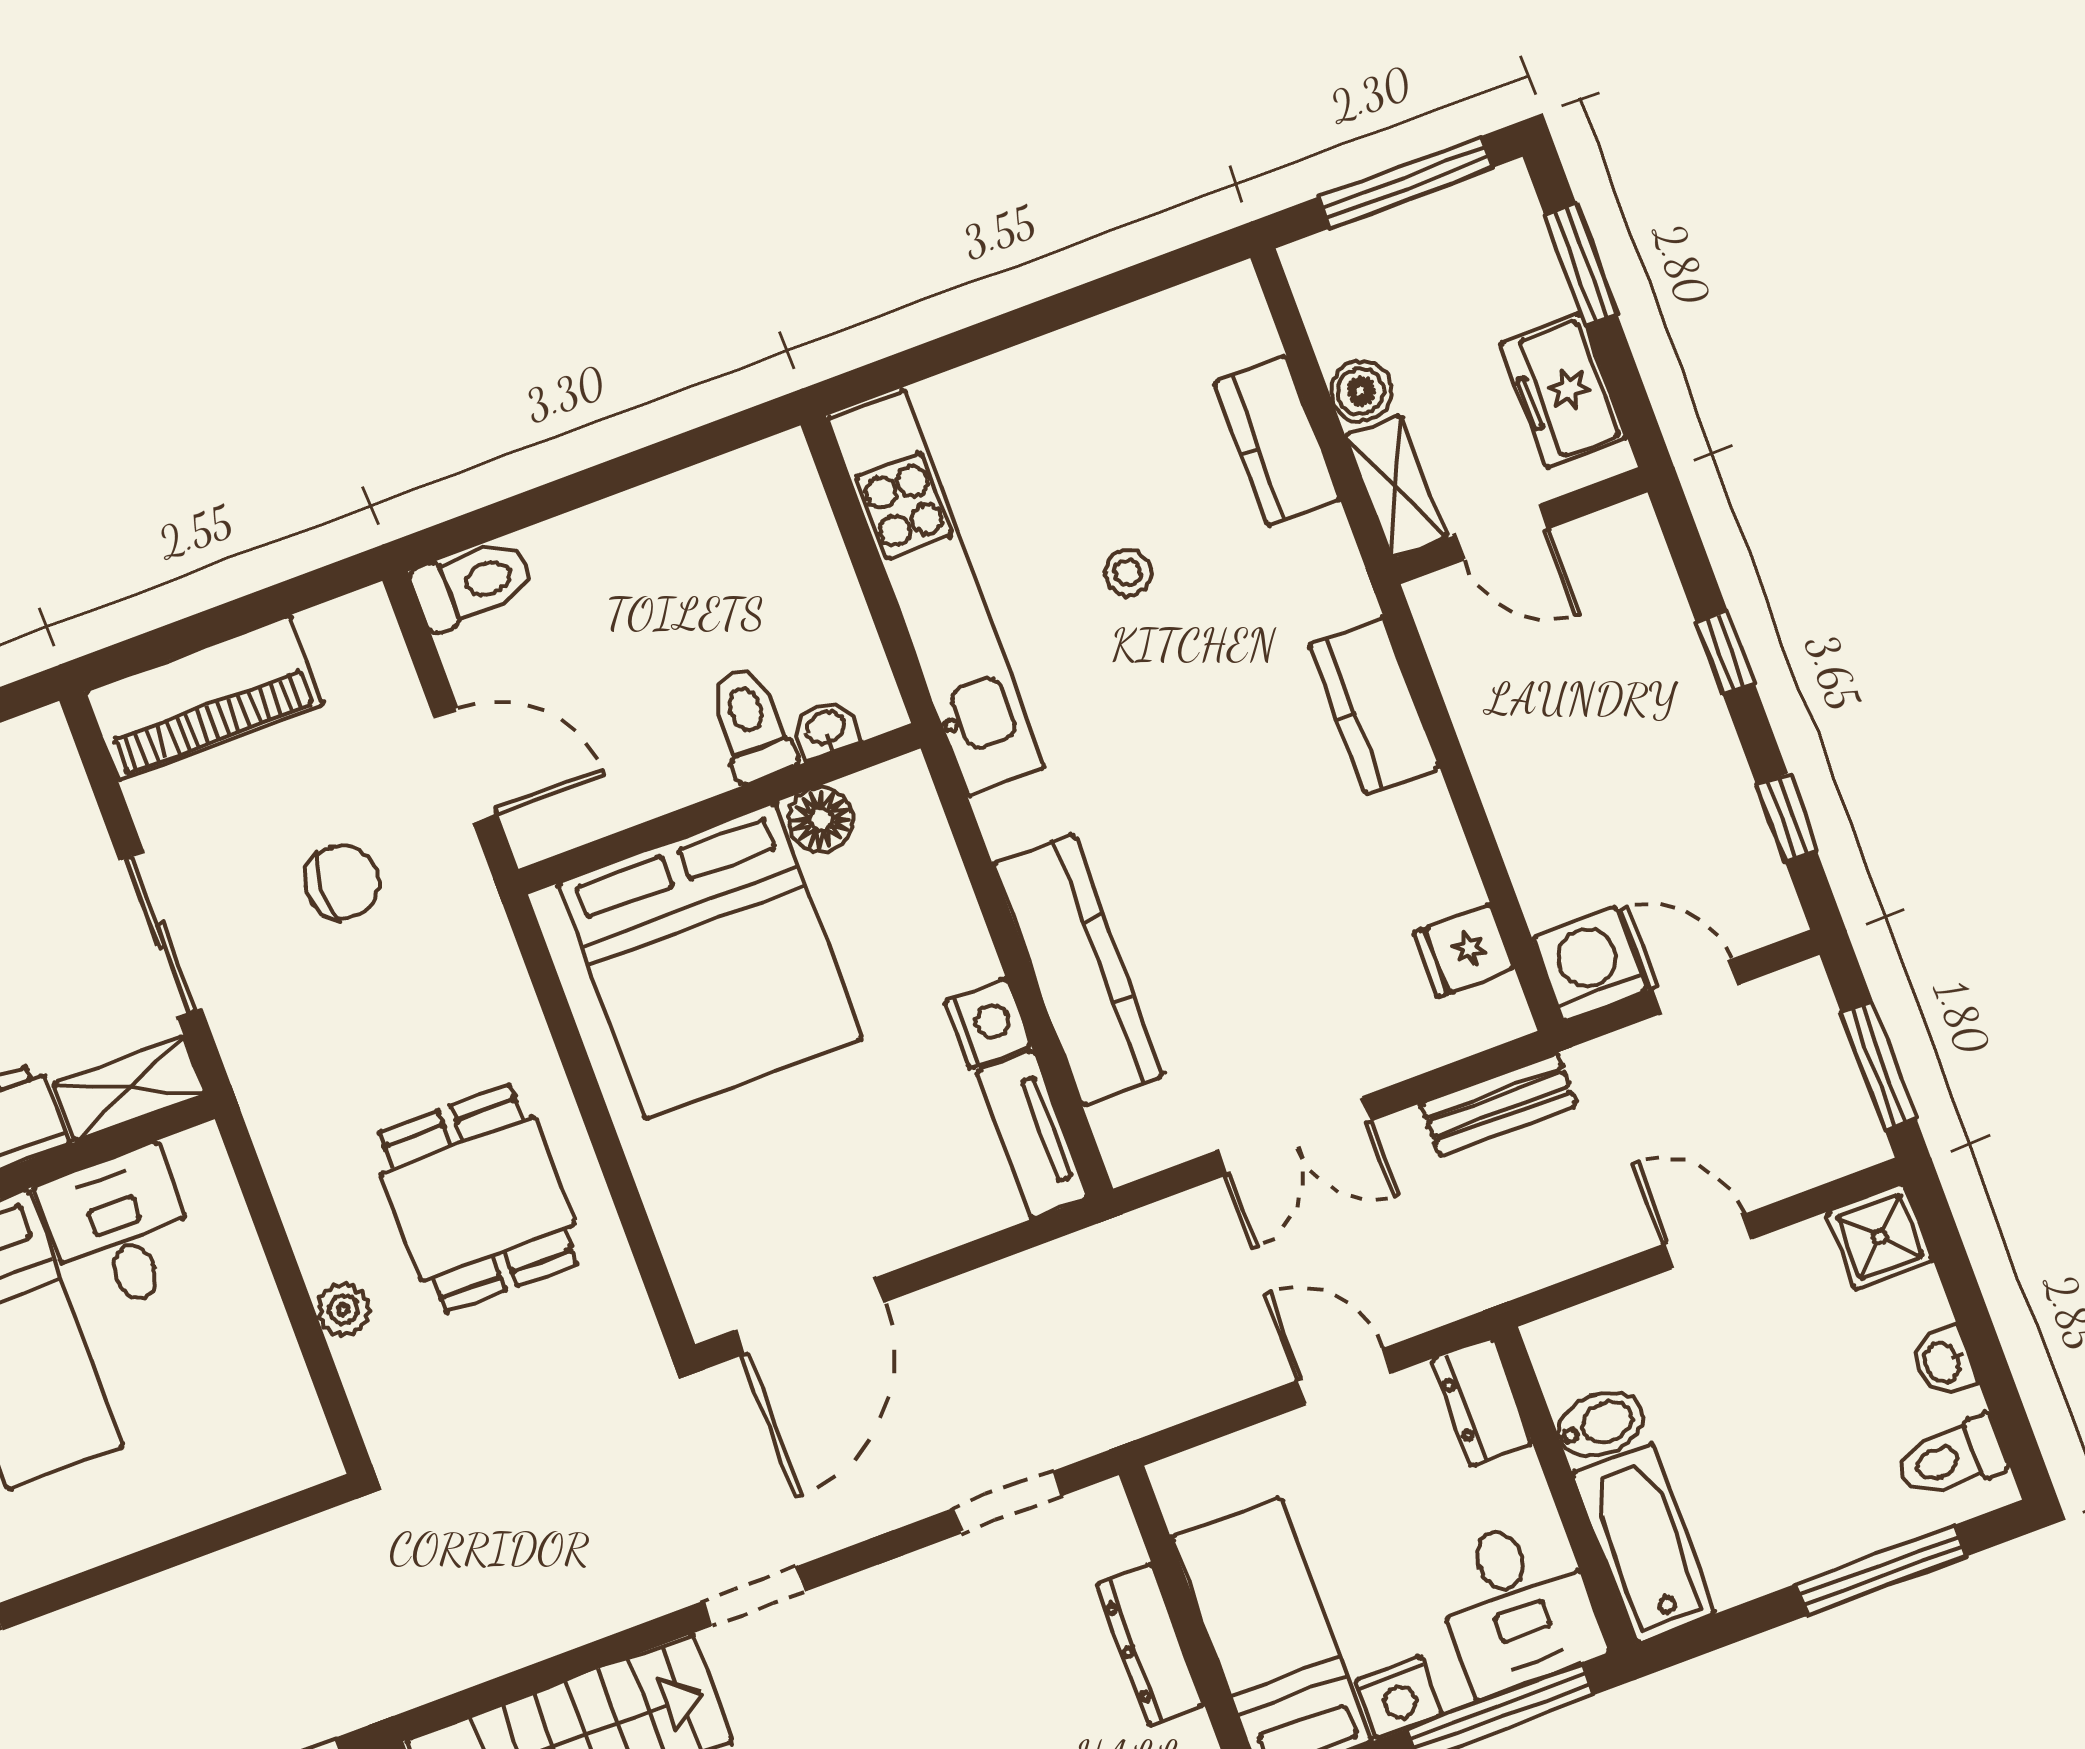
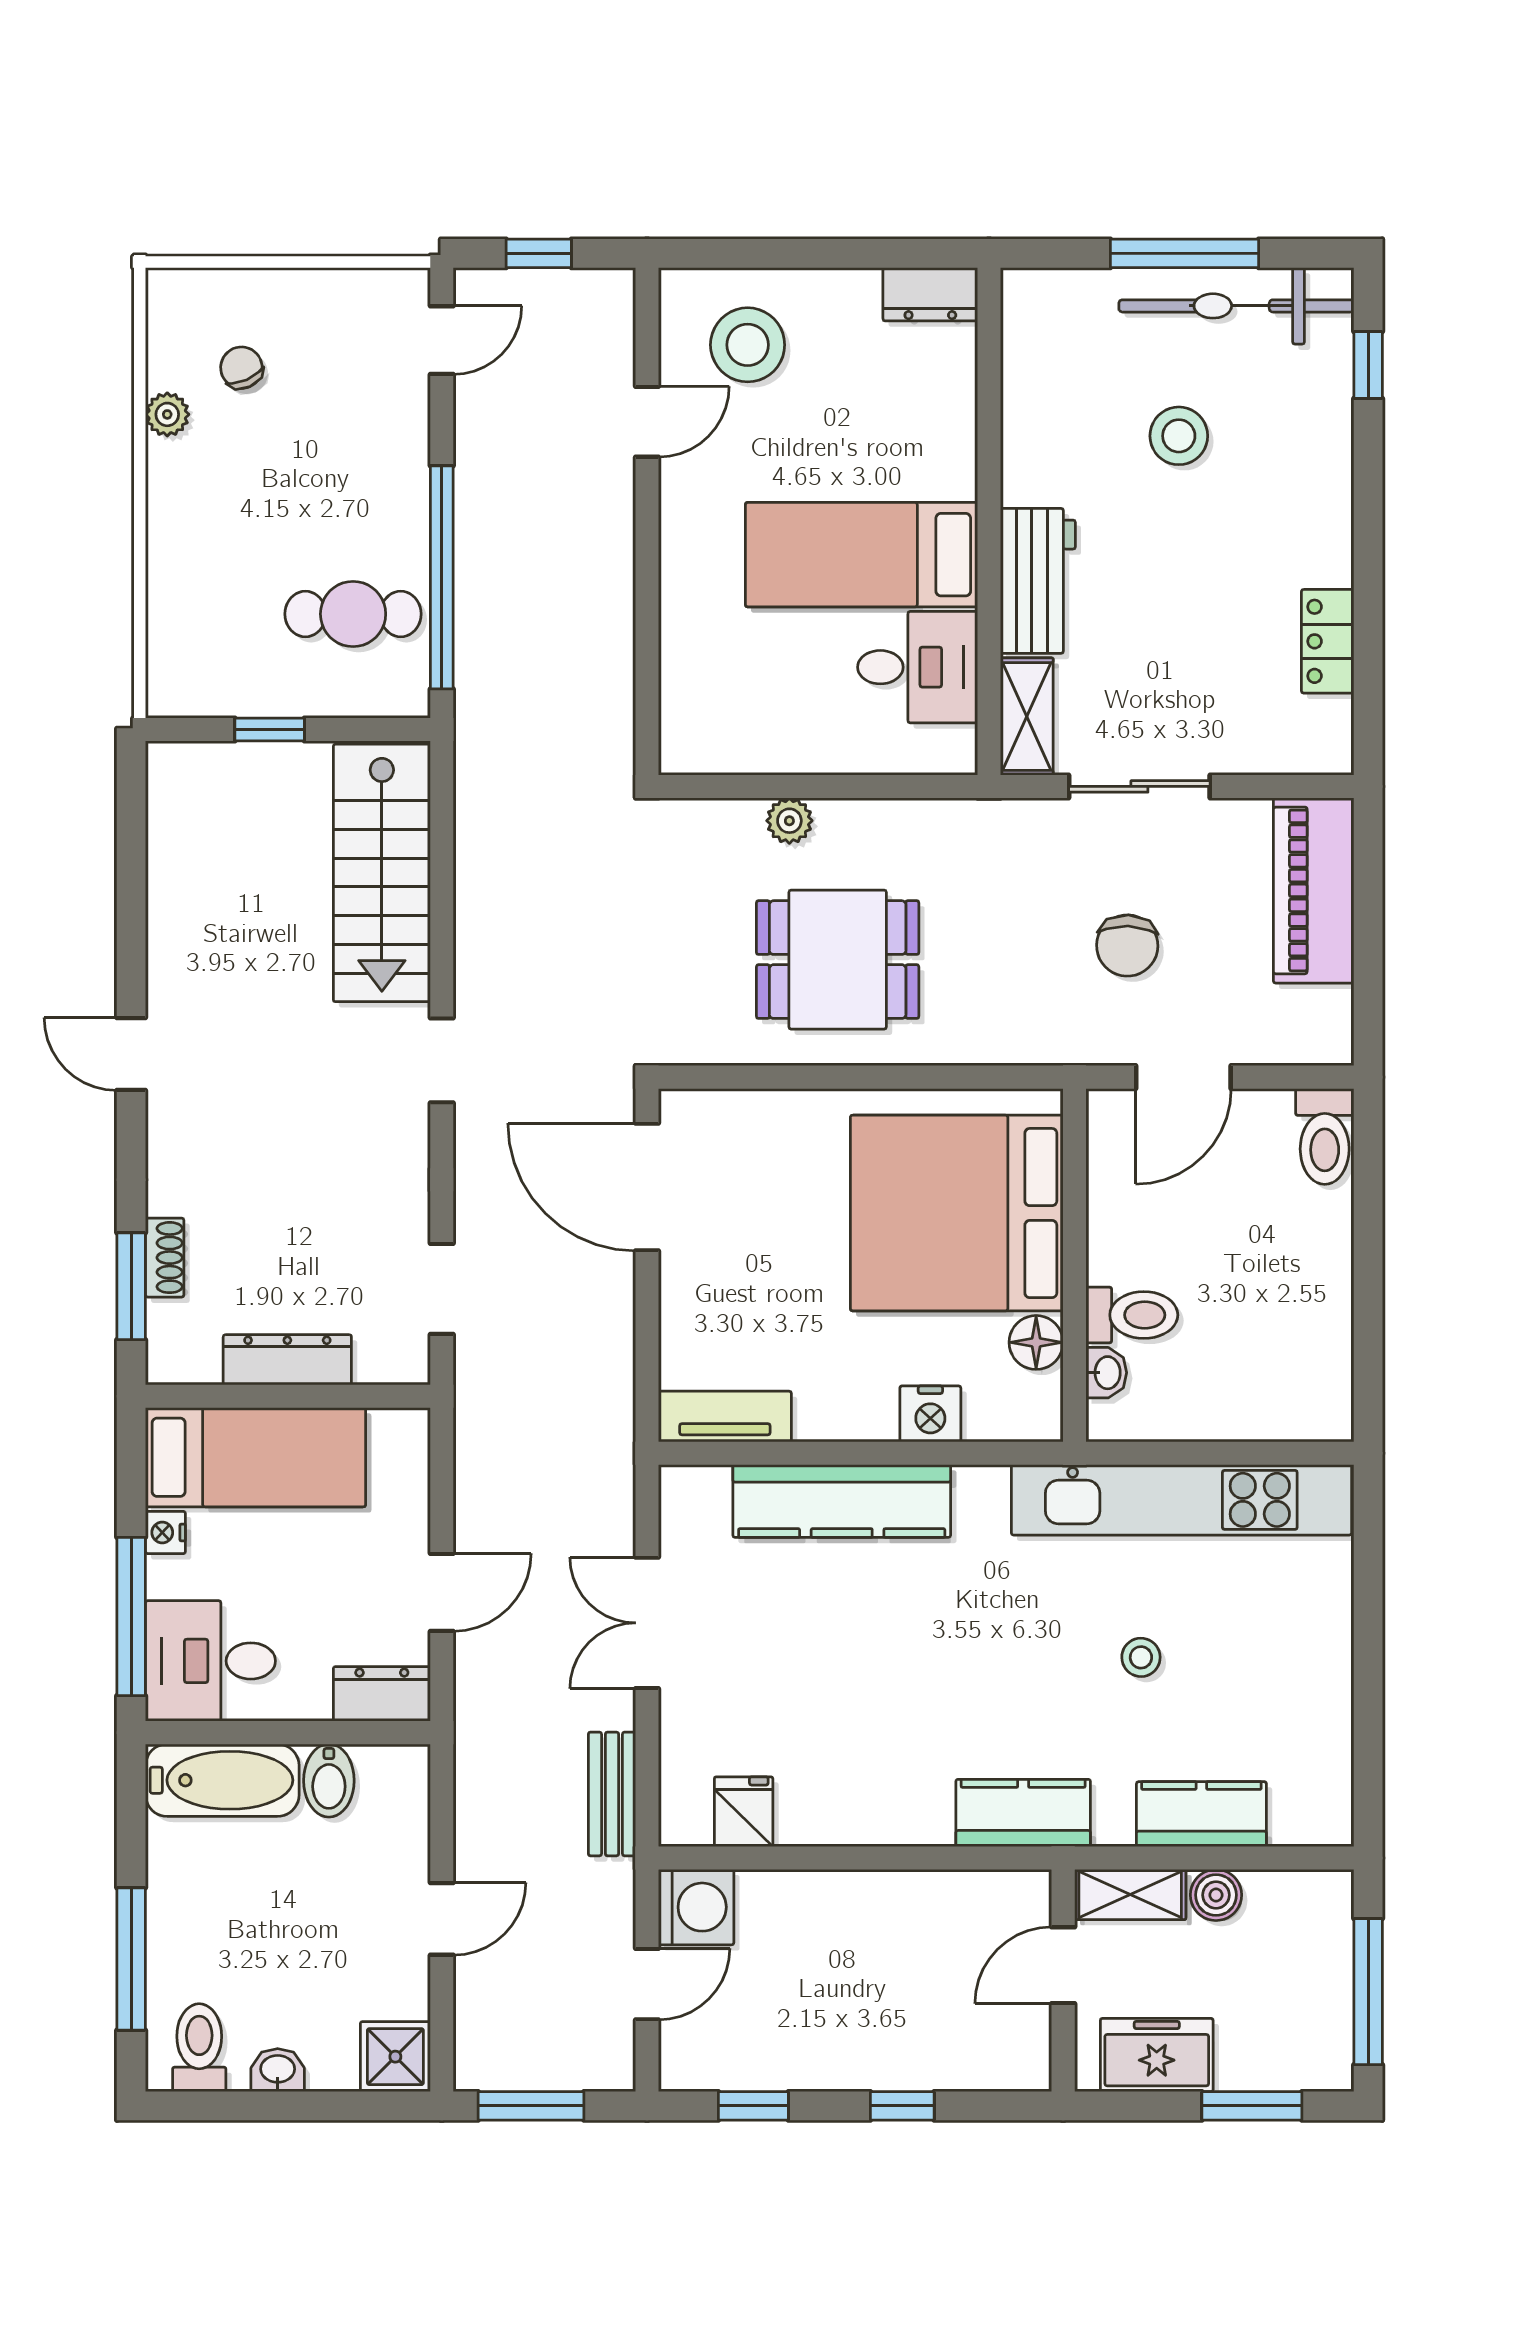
kitchen counter: (1374, 706) -> (1023, 1813), moved
nightstand: (987, 1023) -> (930, 1414), moved
nightstand: (1399, 1697) -> (165, 1533), width x0.72, depth x0.74

